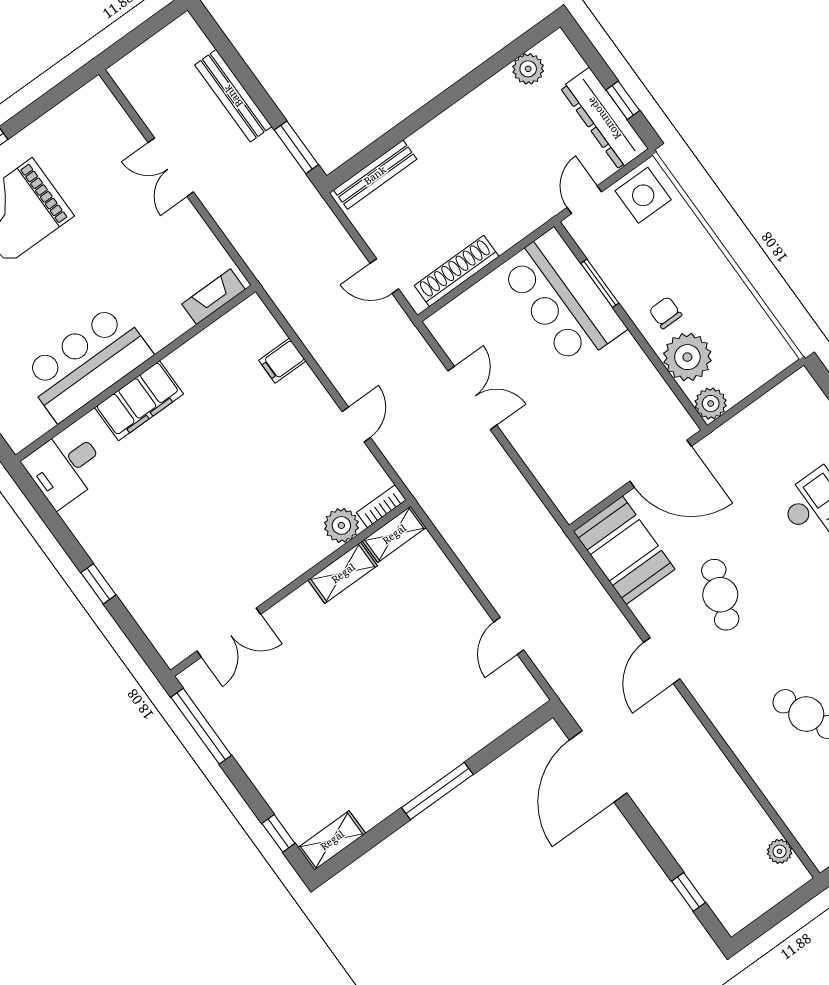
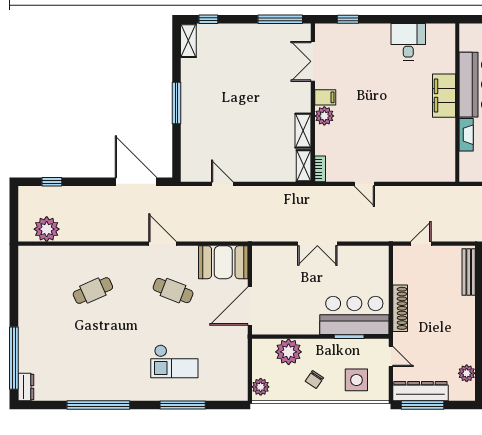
window: (623, 100) -> (423, 405), width x2.17
side table: (643, 195) -> (356, 380), moved
shoe rack: (457, 271) -> (400, 308), moved
fireplace: (213, 297) -> (466, 135), moved
chair: (665, 313) -> (314, 379), moved, turned 124
filing cabinet: (282, 361) -> (325, 97), moved, turned 90
double door: (472, 398) -> (317, 244), moved
plant: (711, 404) -> (261, 387), moved
desk: (65, 467) -> (408, 42), moved
plant: (341, 525) -> (324, 116), moved
window: (98, 584) -> (348, 19), moved
plant: (780, 851) -> (47, 229), width x1.88, depth x1.88

